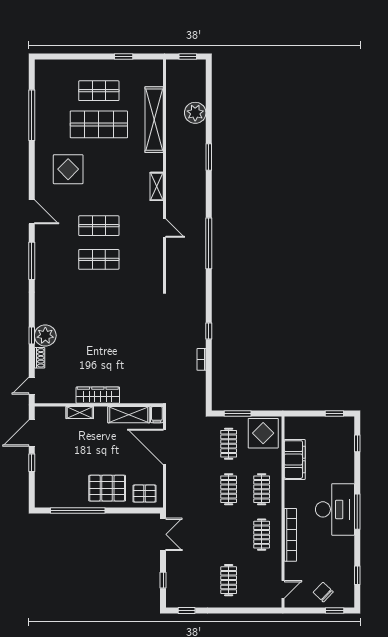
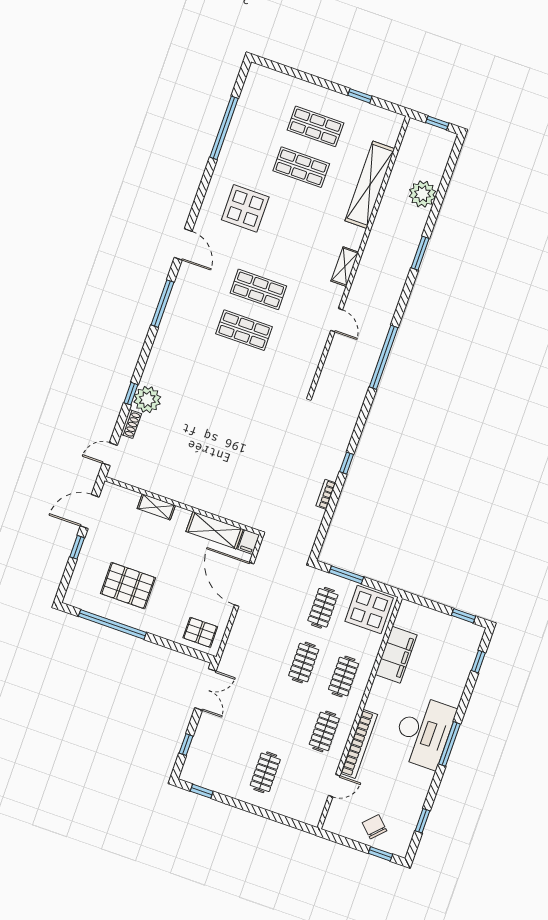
shop shelf: (99, 124) -> (301, 167), width x0.70, depth x0.74
wardrobe: (98, 395) -> (186, 494), removed
pallet: (107, 488) -> (128, 586), moved
door: (283, 589) -> (334, 786), moved

